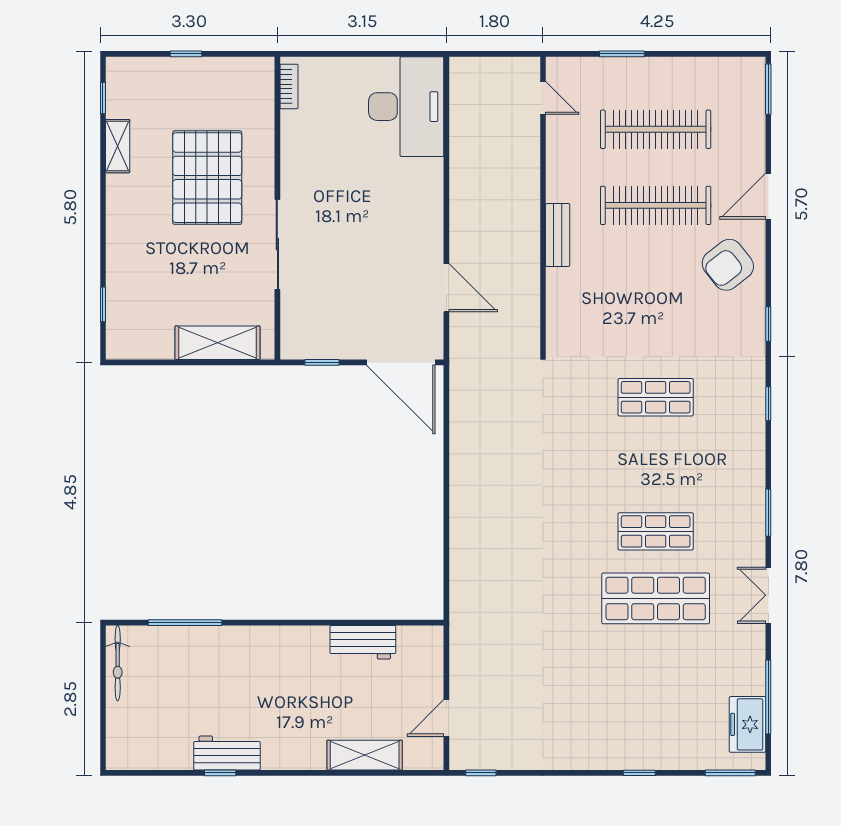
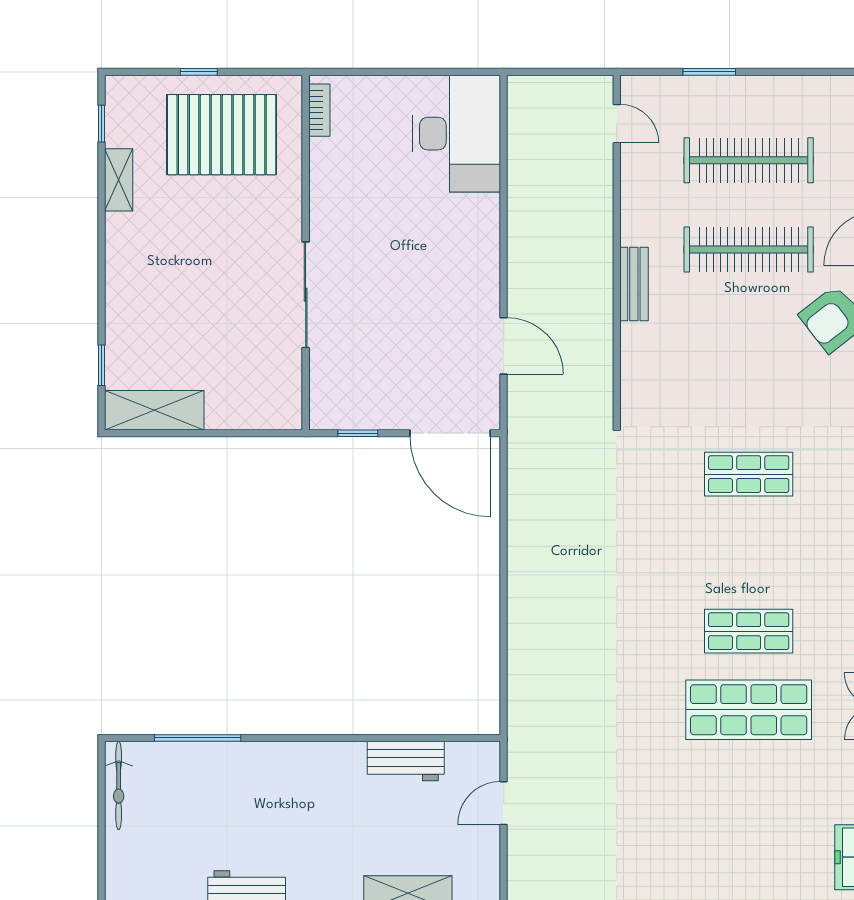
pallet: (207, 178) -> (222, 135), moved, turned 90
shelving: (217, 343) -> (154, 410), moved
door: (446, 718) -> (504, 803), moved

